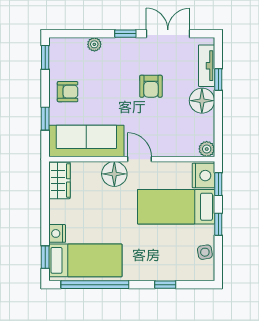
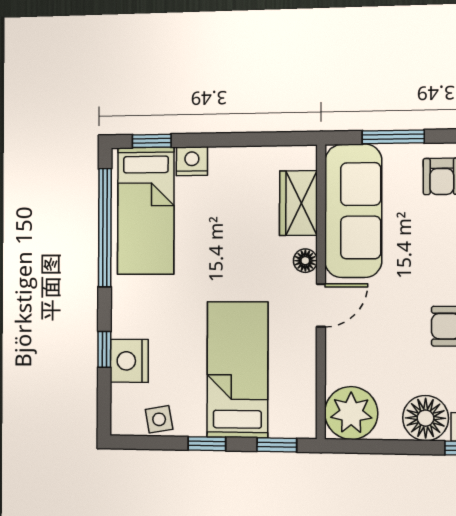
window: (45, 119) -> (393, 137), width x1.50
plant: (207, 149) -> (351, 413), width x1.88, depth x1.88
floor lamp: (114, 174) -> (305, 261), width x0.53, depth x0.53
nightstand: (204, 176) -> (129, 361), moved, turned 90
wardrobe: (59, 180) -> (298, 203), moved, turned 90

